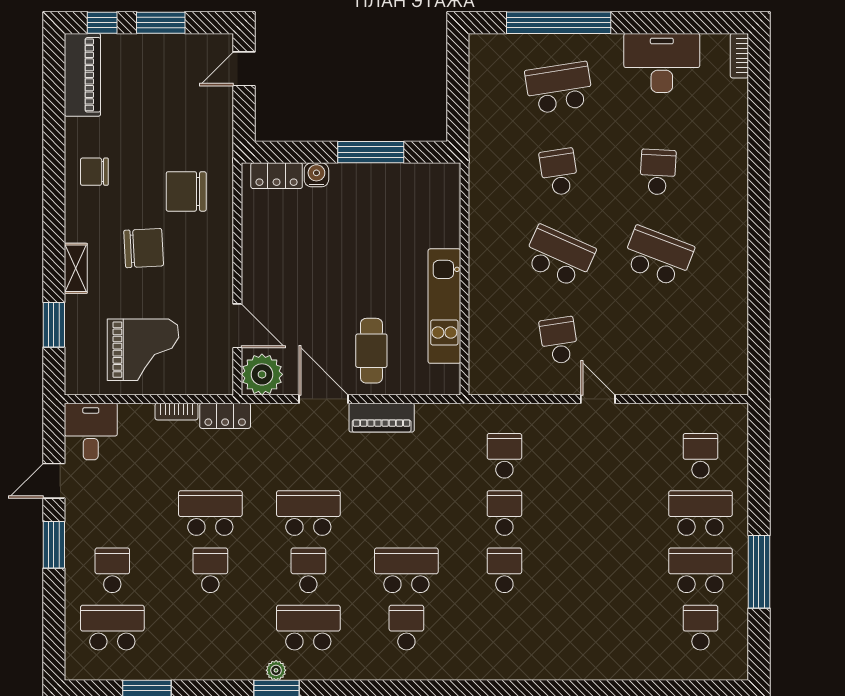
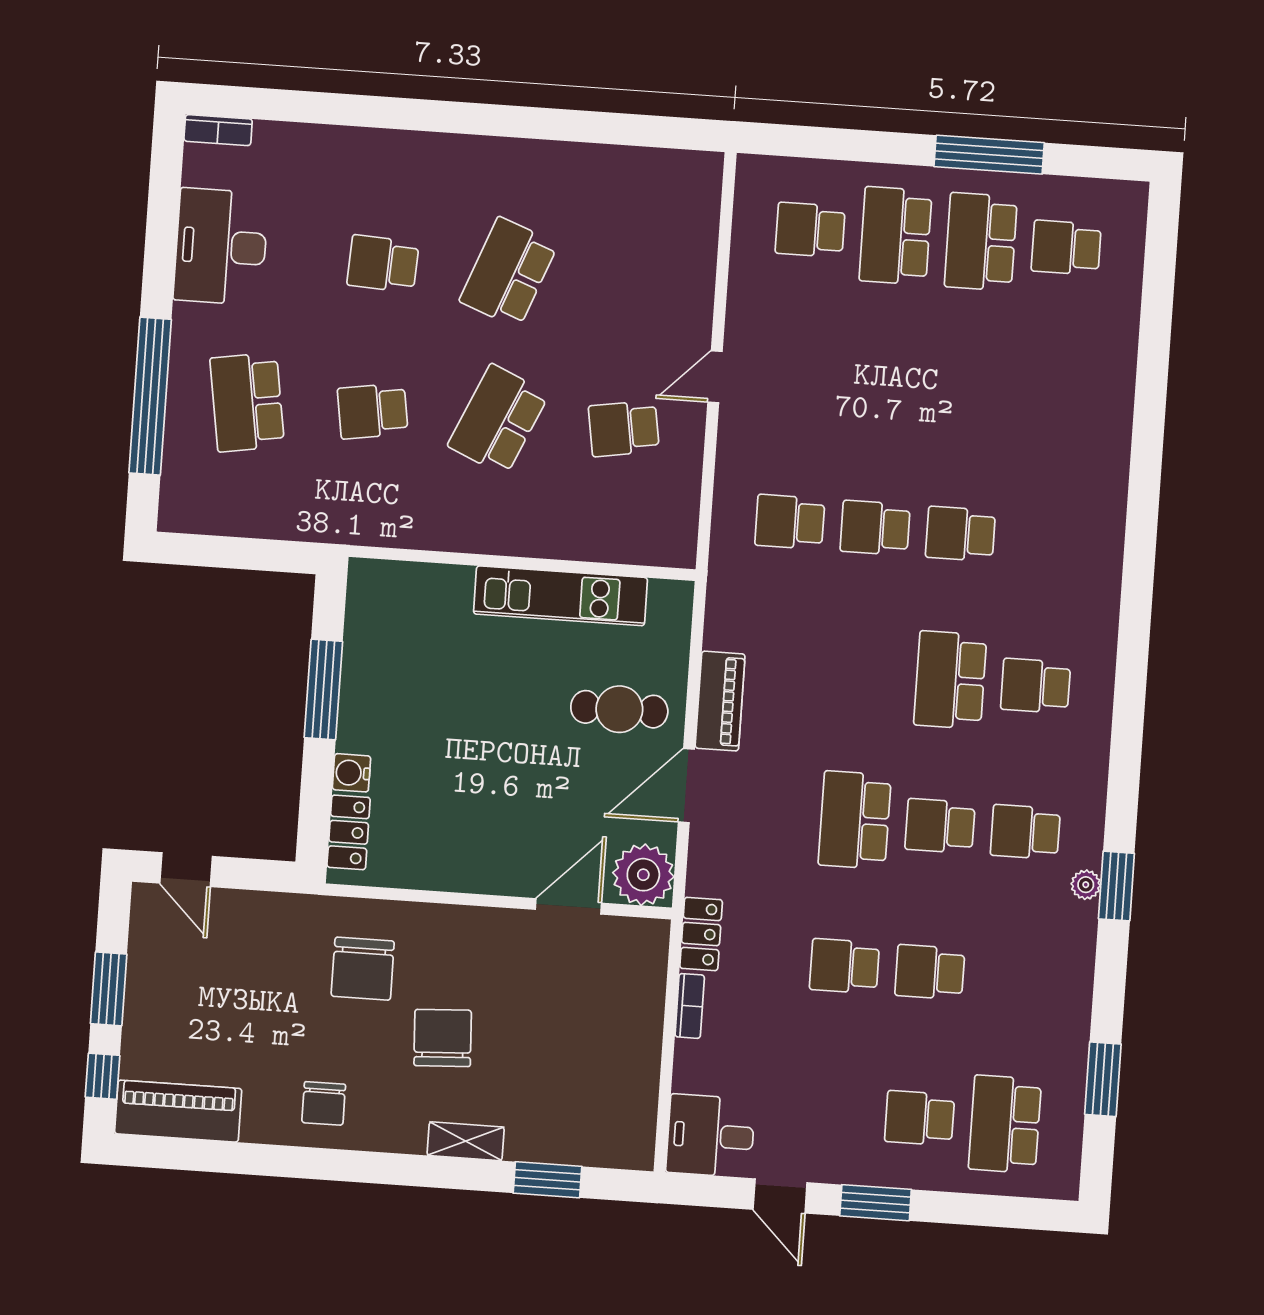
grand piano: (143, 350) -> (594, 1049), removed
school desk: (210, 513) -> (844, 966), width x0.54
school desk: (308, 628) -> (1025, 832), width x0.54

